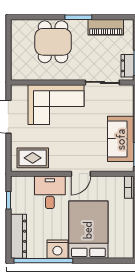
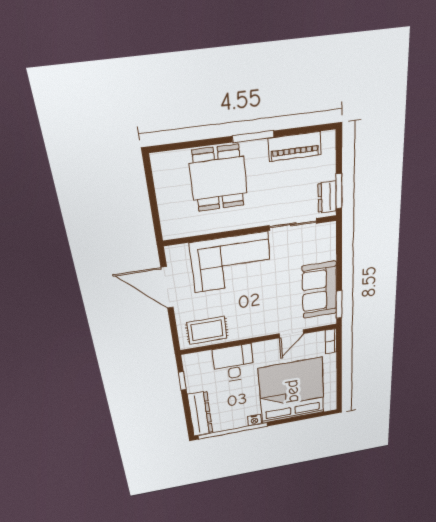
door: (81, 174) -> (291, 334), moved
bed: (88, 230) -> (292, 391), width x1.36
nightstand: (57, 249) -> (254, 420), width x0.53, depth x0.56

